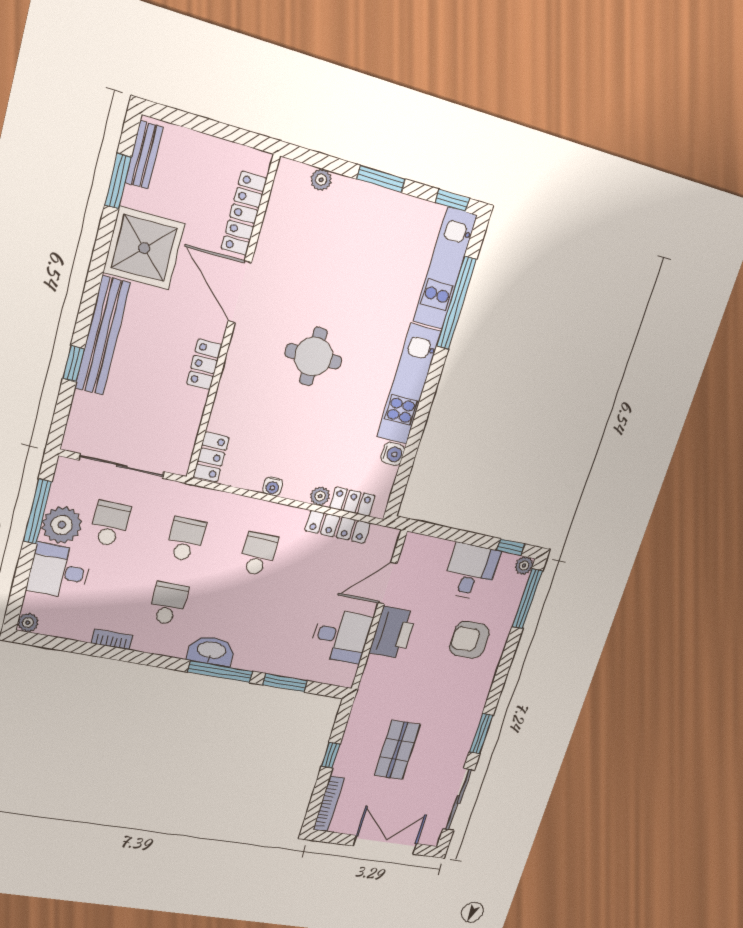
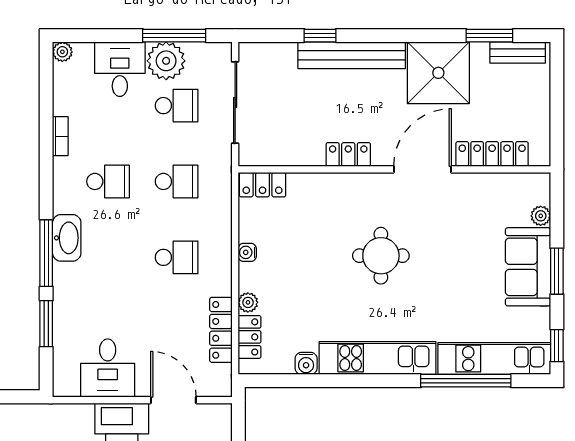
sofa: (368, 208) -> (528, 267), added

